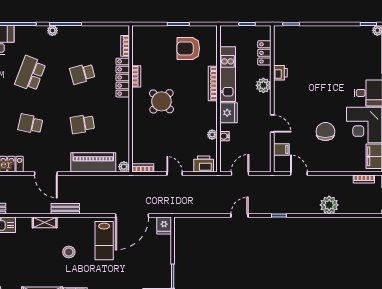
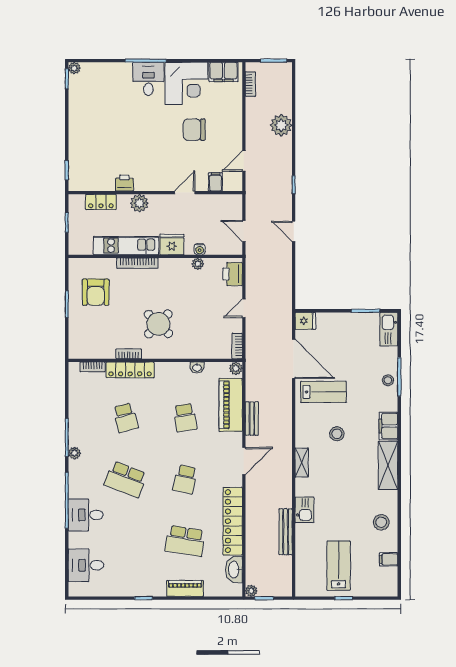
washbasin: (125, 134) -> (197, 368), added
bench: (65, 209) -> (252, 419), moved

